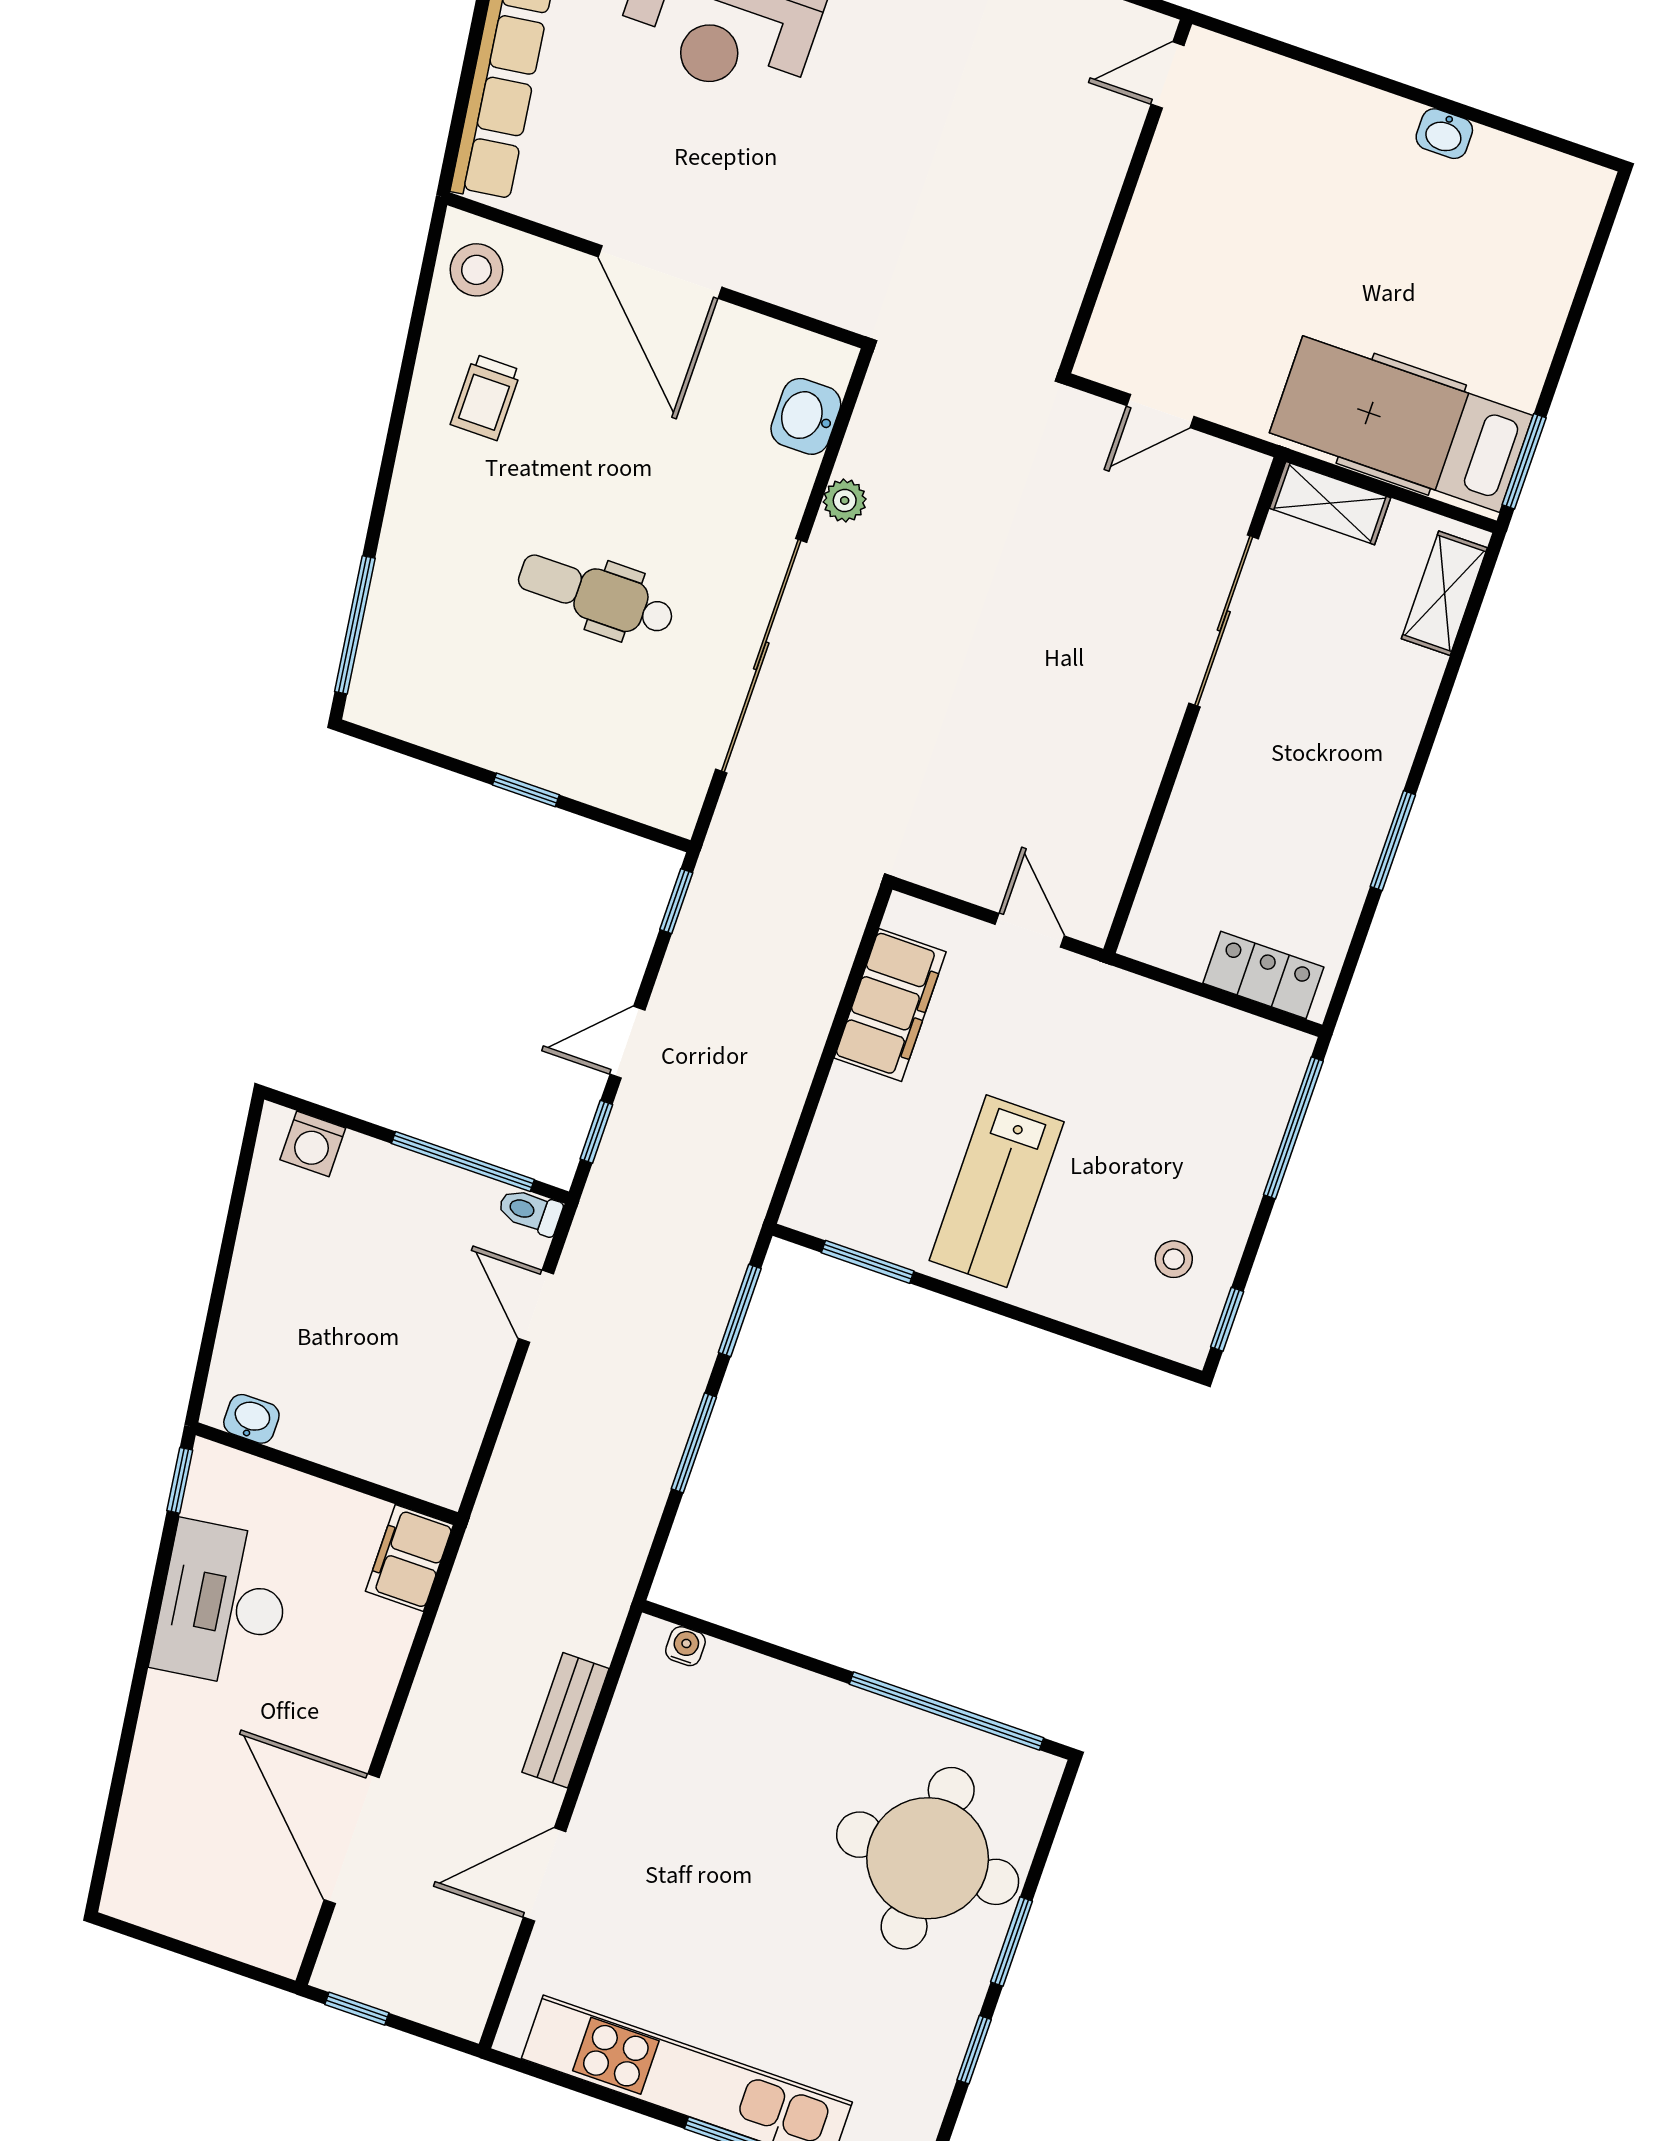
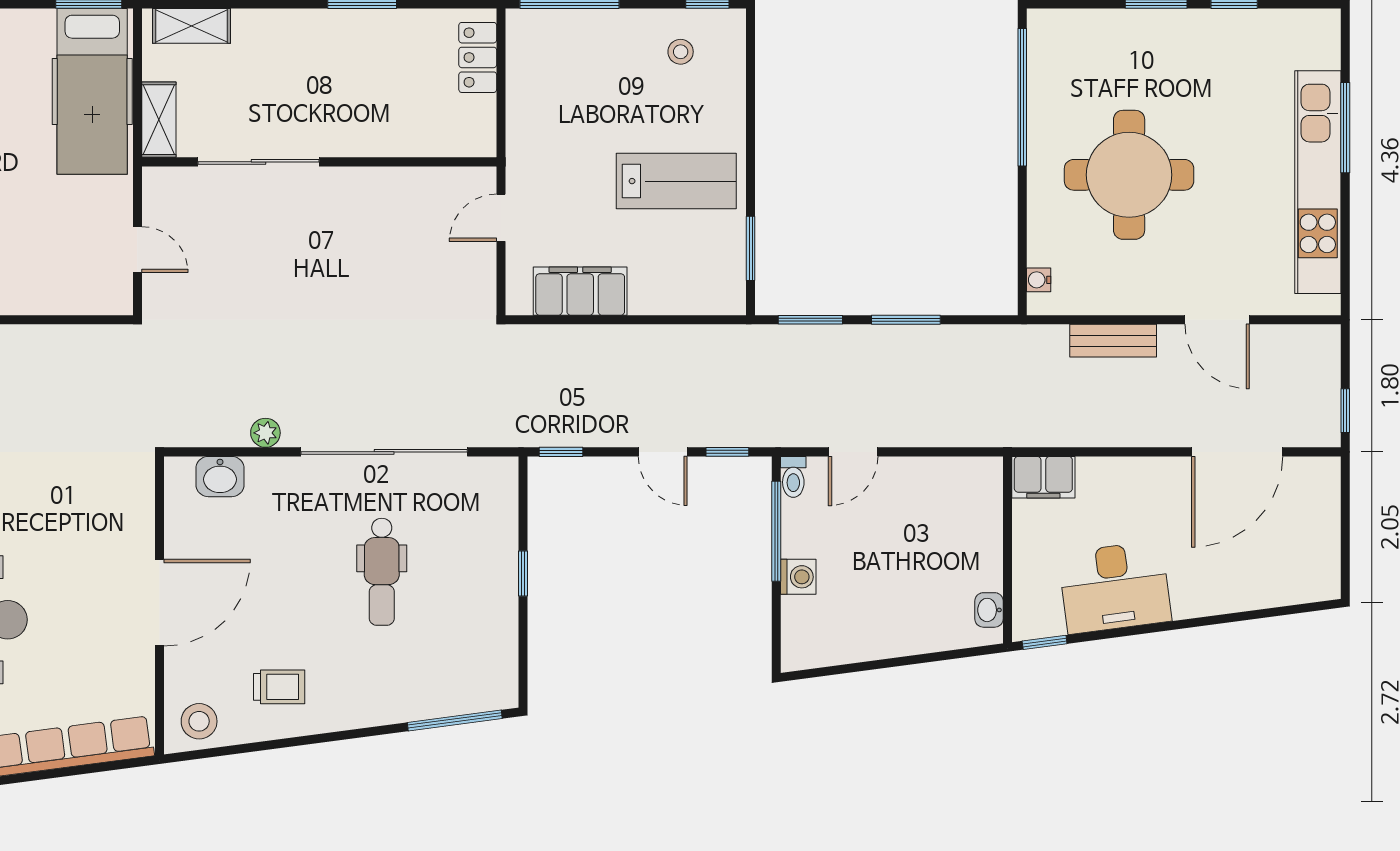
washing machine: (313, 1144) -> (798, 577), moved
round table: (928, 1858) -> (1129, 175), moved

